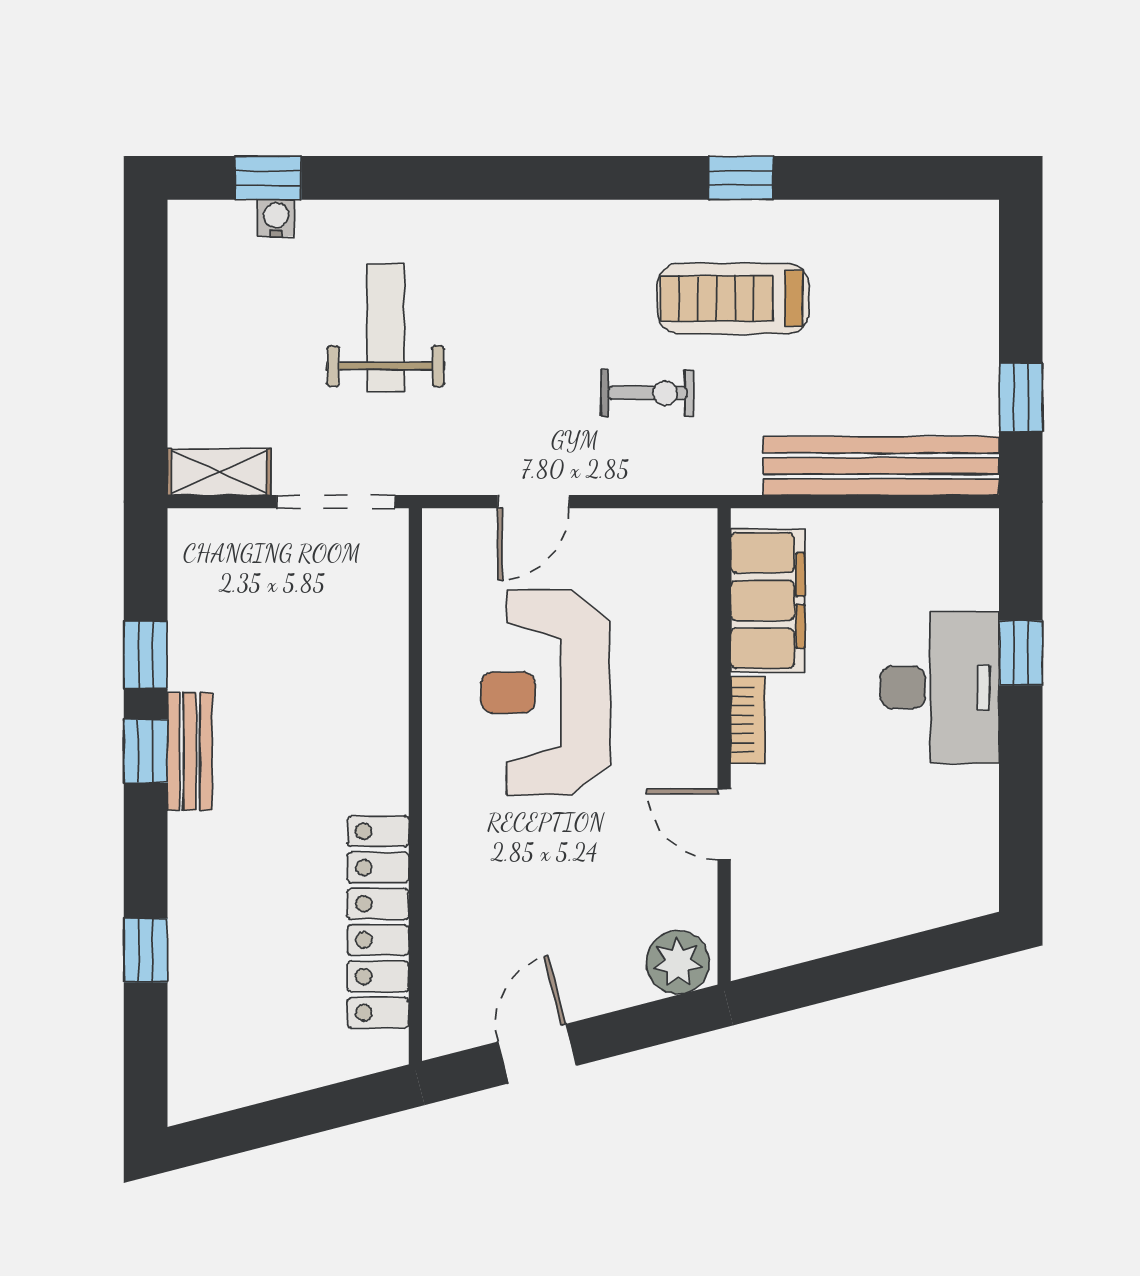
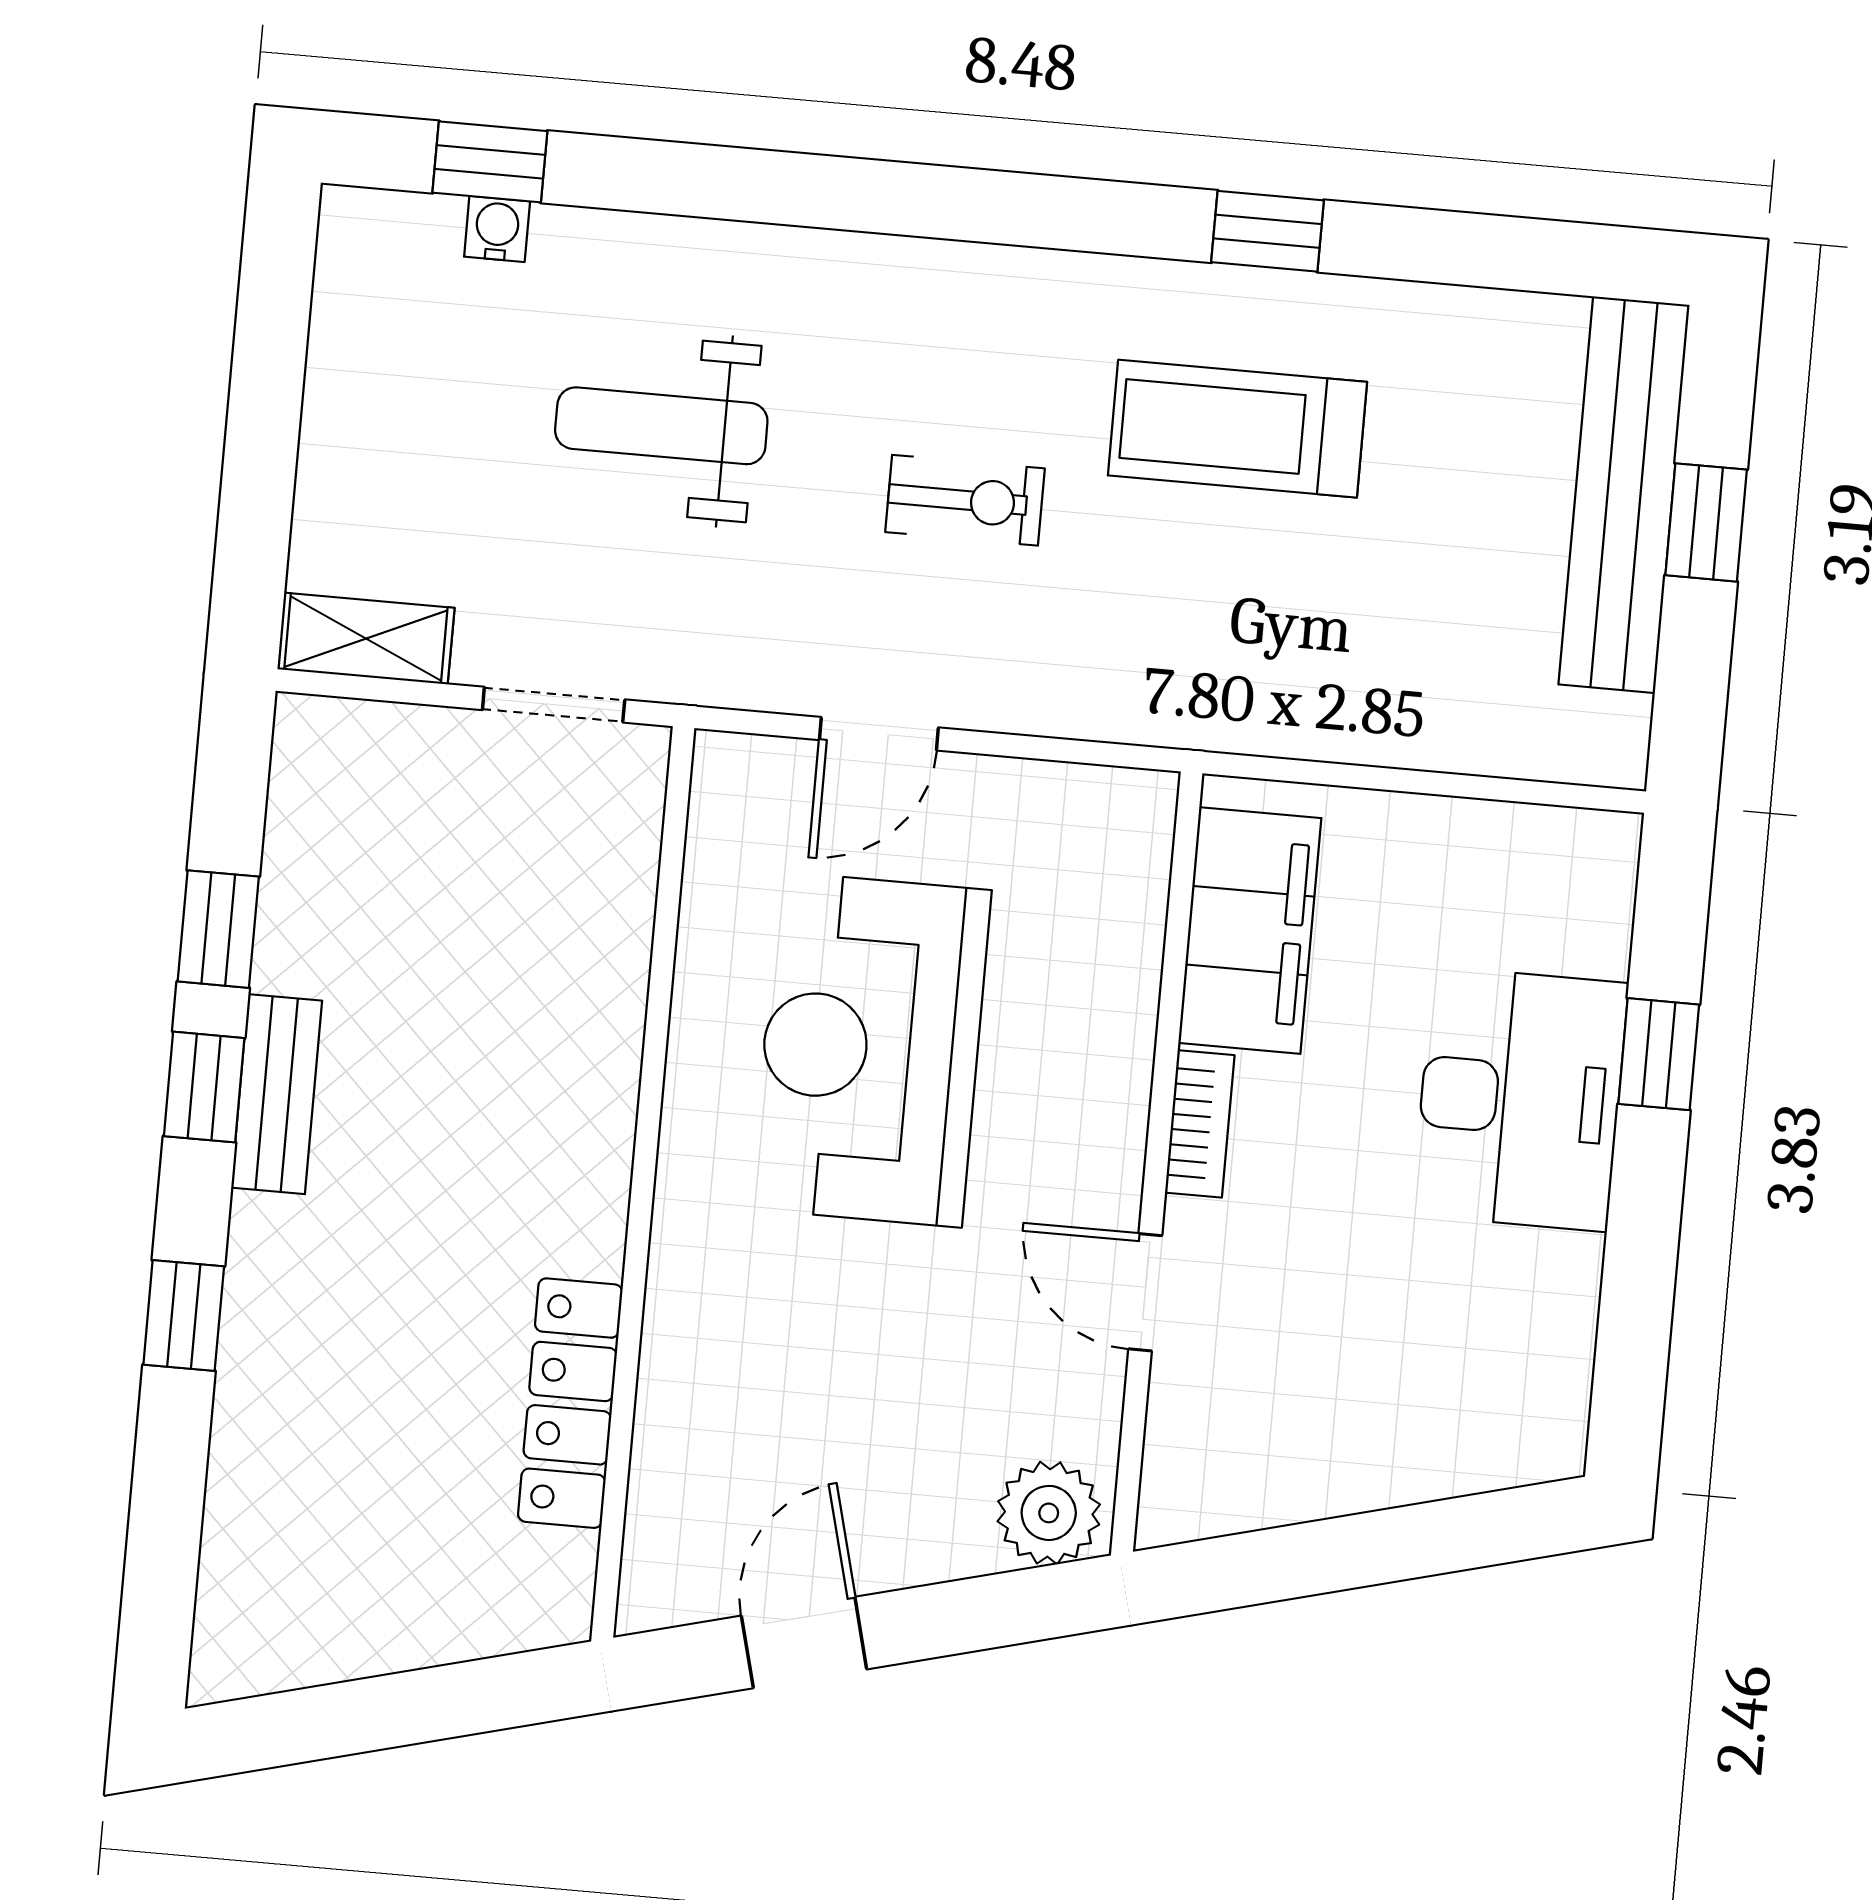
weight bench: (386, 328) -> (661, 426), turned -90
exercise bike: (647, 393) -> (965, 500), moved
window: (1021, 397) -> (1706, 522), moved
bench: (881, 466) -> (1624, 495), moved, turned 90
doorway: (336, 502) -> (554, 705), width x0.73
locker: (378, 922) -> (570, 1403), width x0.71, depth x0.83
window: (146, 950) -> (184, 1316), moved

